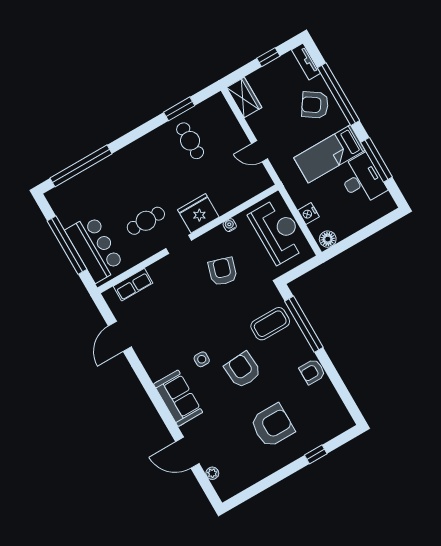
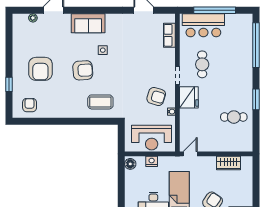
window: (268, 57) -> (256, 191), removed
wardrobe: (244, 97) -> (229, 163), moved
window: (179, 109) -> (256, 99), moved
door: (260, 151) -> (190, 154), moved
armchair: (223, 272) -> (156, 96), moved
coffee table: (270, 324) -> (100, 102), turned 90
window: (304, 324) -> (89, 121), removed
armchair: (312, 372) -> (30, 105), moved

